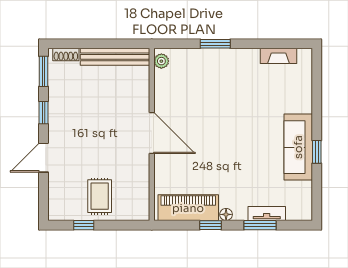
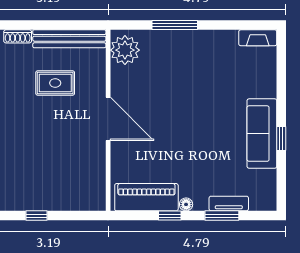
window: (215, 44) -> (175, 25), width x1.44
fireplace: (278, 56) -> (258, 38), moved
plant: (161, 61) -> (125, 50), width x1.88, depth x1.88
rug: (100, 196) -> (55, 83), moved, turned 90

